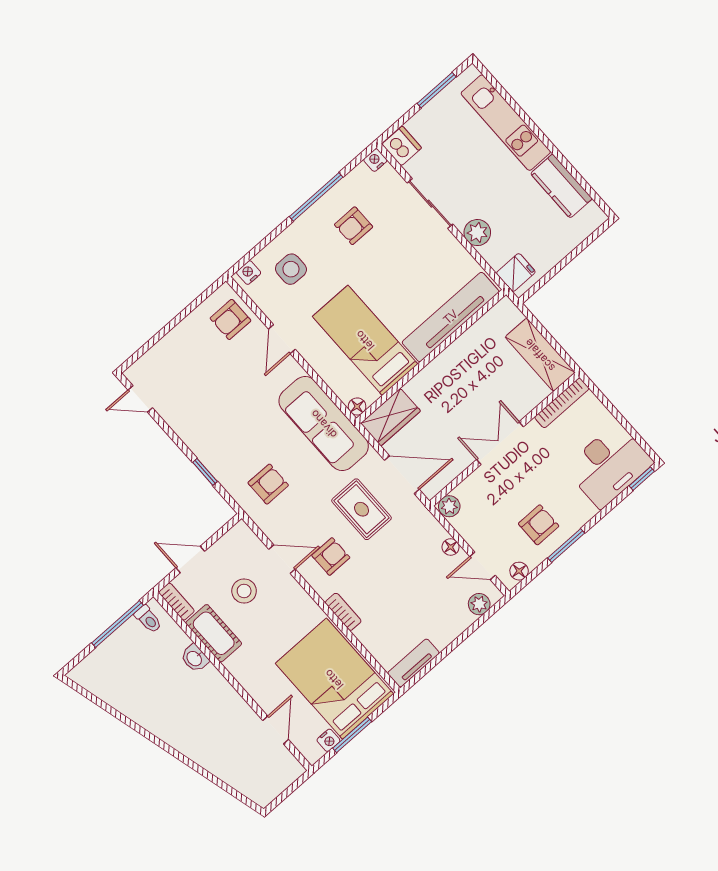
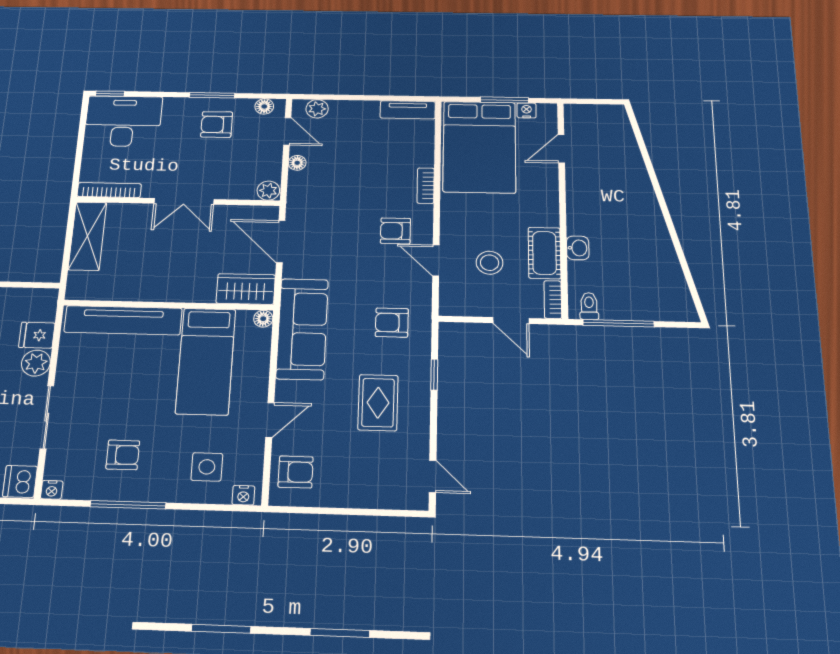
fridge: (516, 273) -> (37, 335), moved
rug: (362, 509) -> (378, 403), moved

